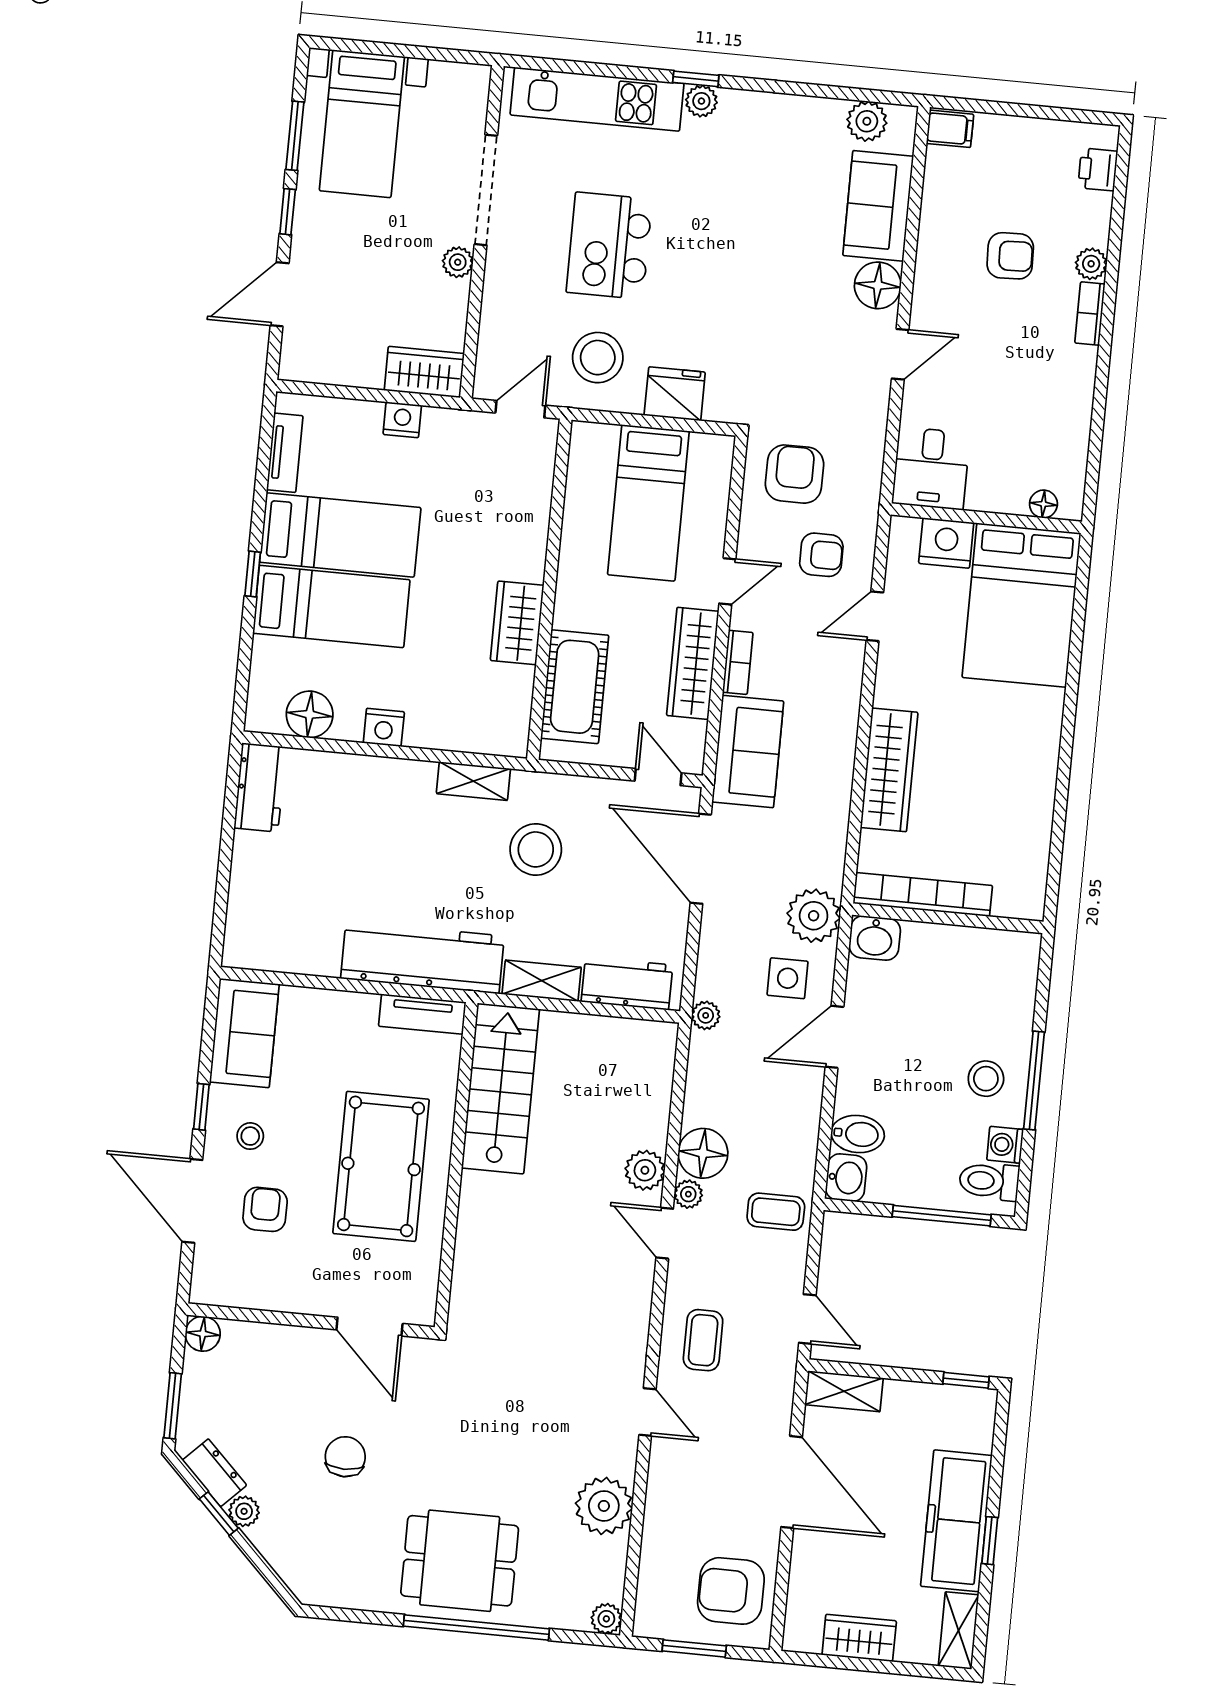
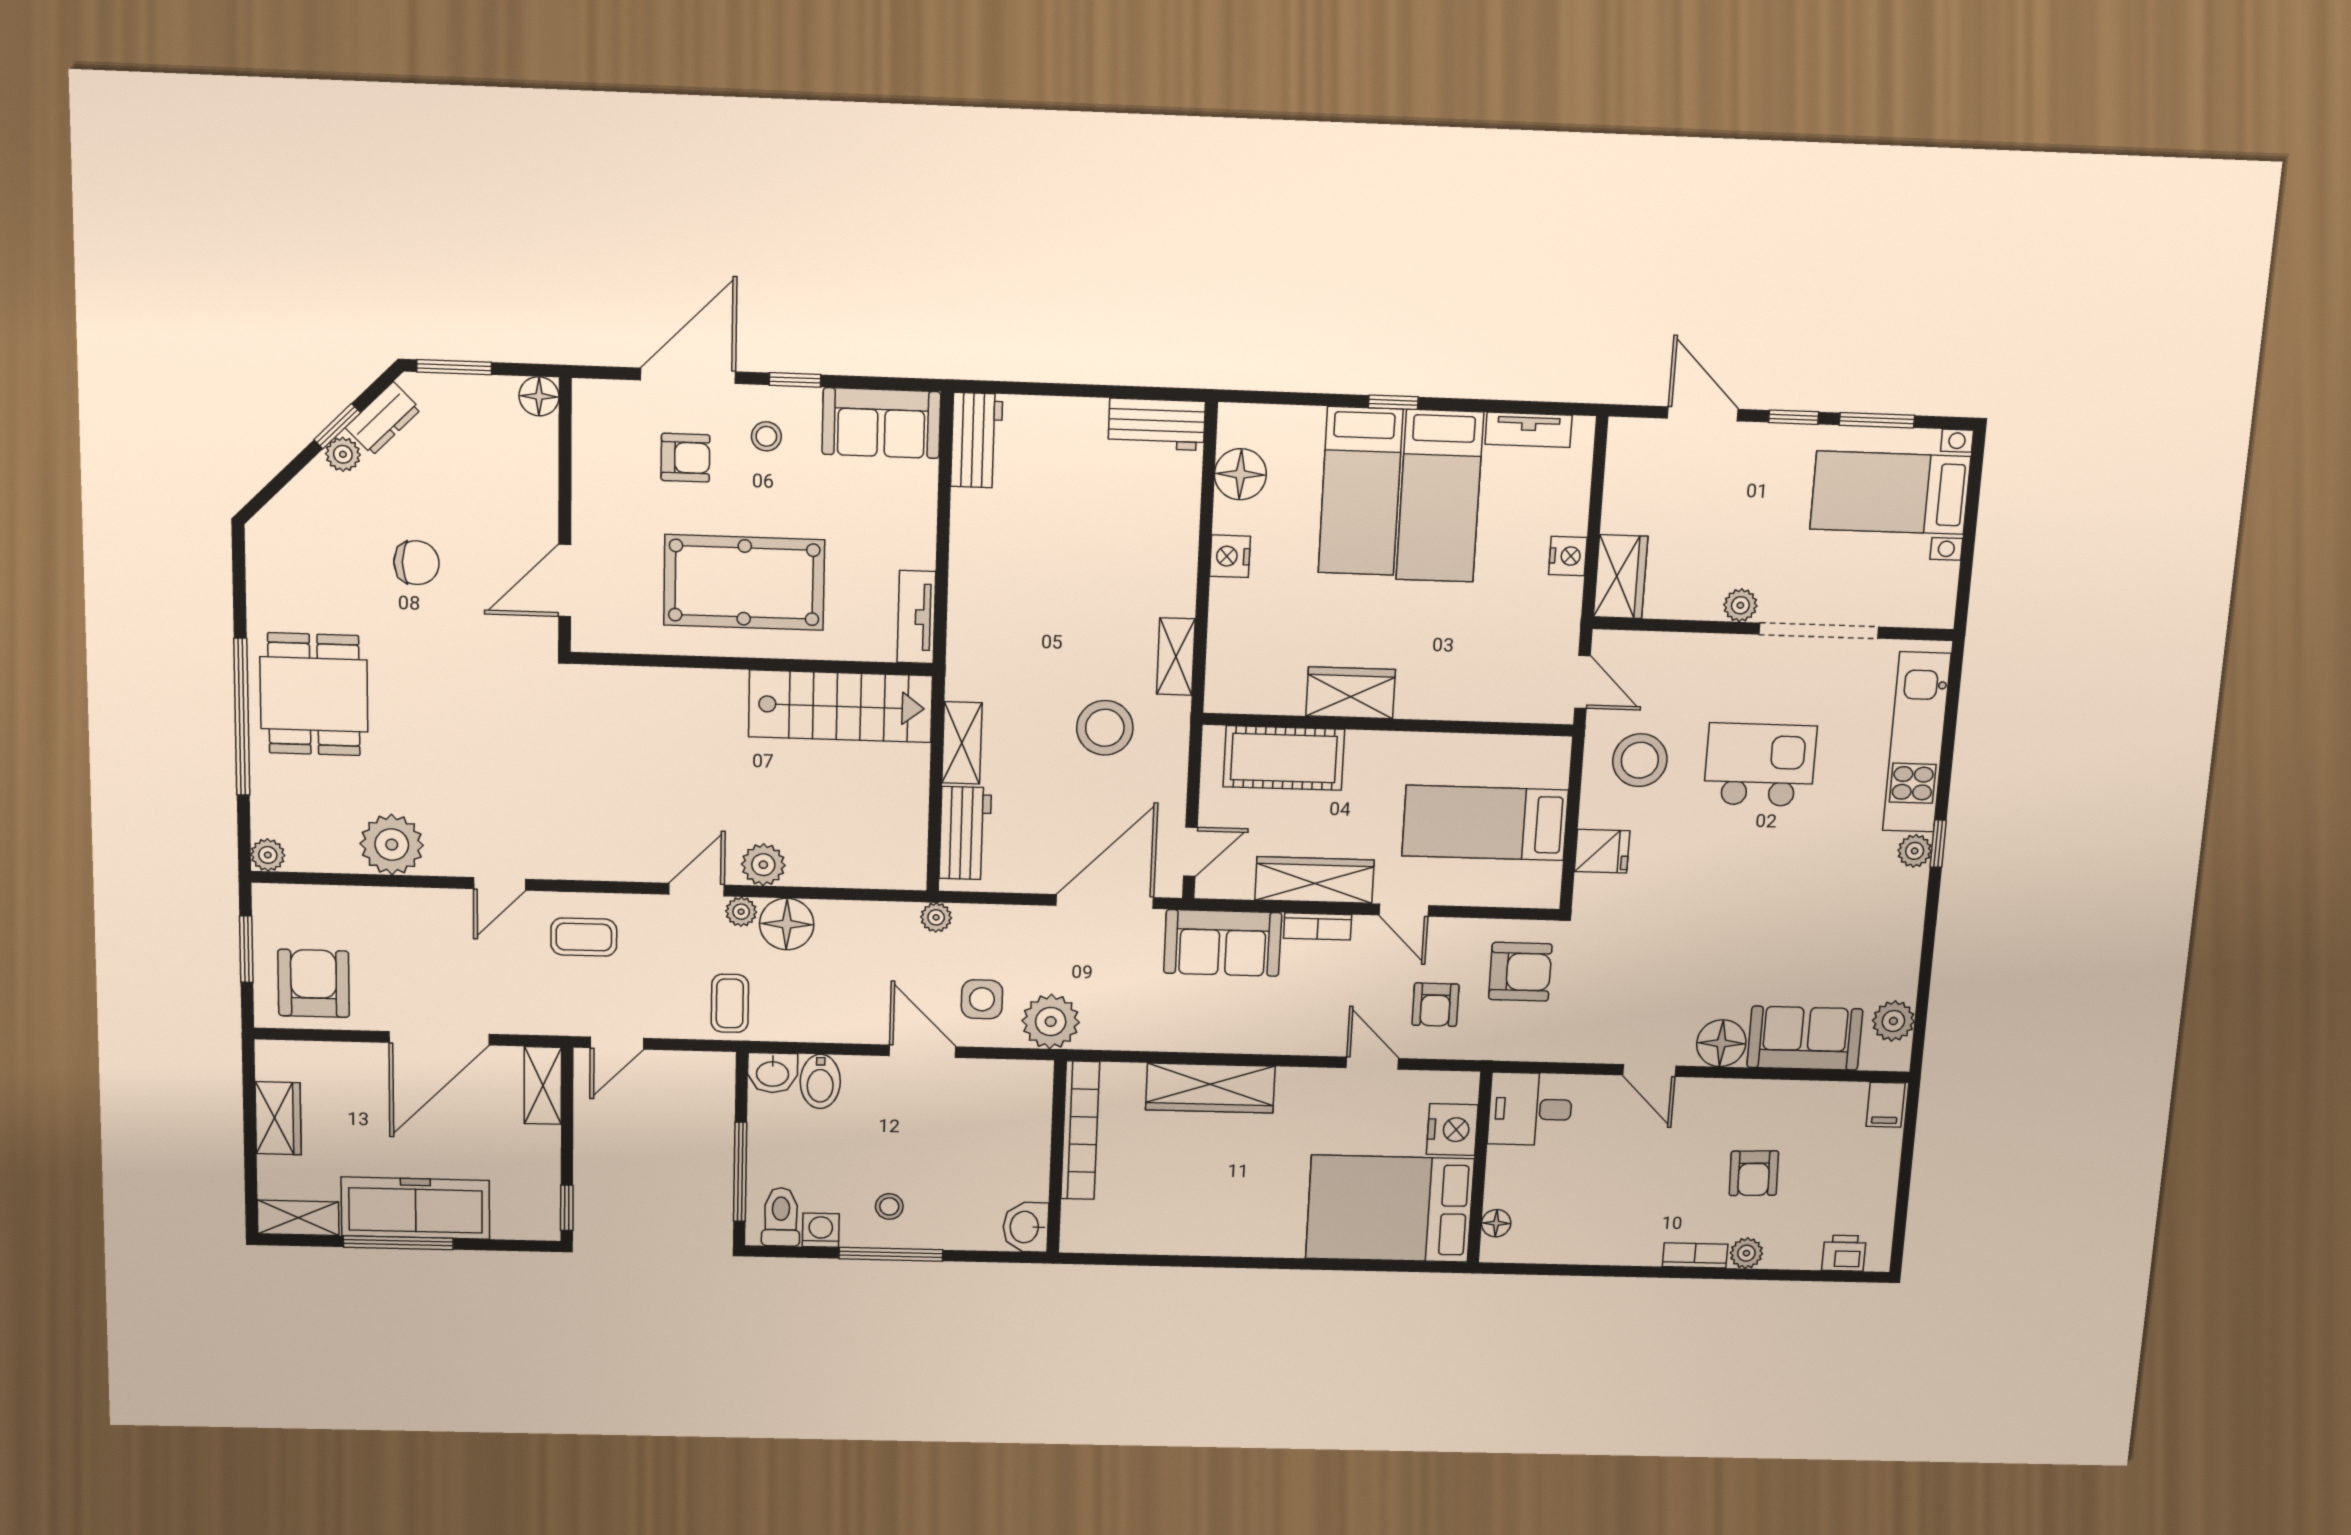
fridge: (675, 394) -> (1602, 851), width x0.72
washbasin: (875, 938) -> (1026, 1227), moved
workbench: (422, 957) -> (977, 440), moved, width x0.53, depth x0.76
stool: (986, 1079) -> (889, 1206), width x0.73, depth x0.73
window: (990, 1541) -> (398, 1243), width x2.17

